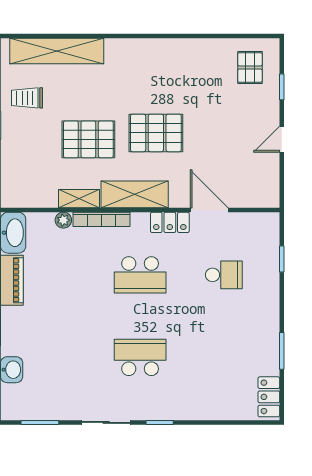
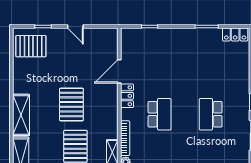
pallet: (250, 67) -> (31, 46), width x1.50, depth x1.42
shelving: (135, 194) -> (21, 115), moved
school desk: (224, 275) -> (159, 62), removed

